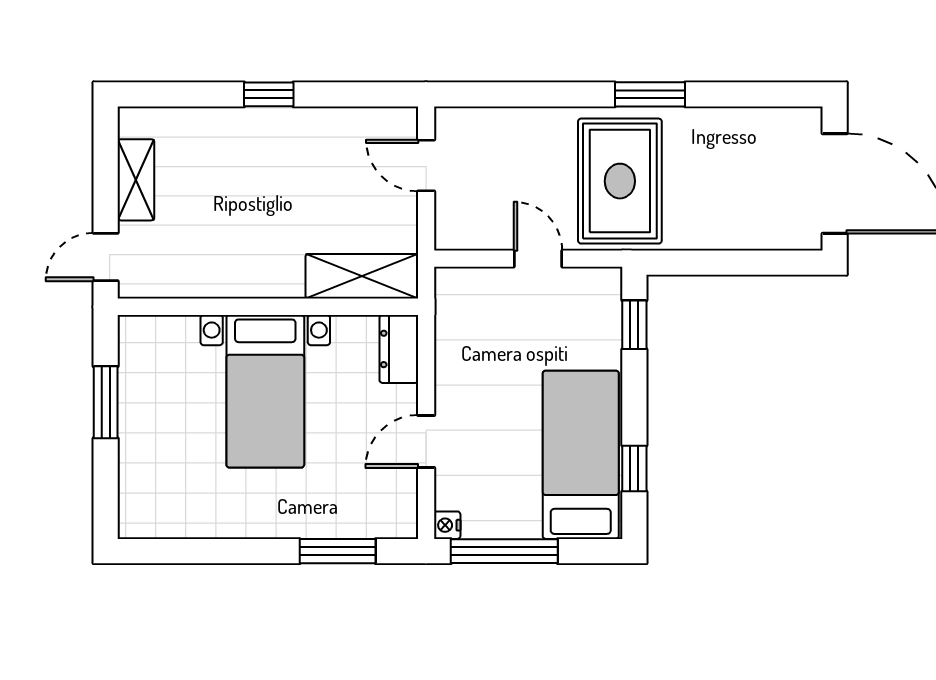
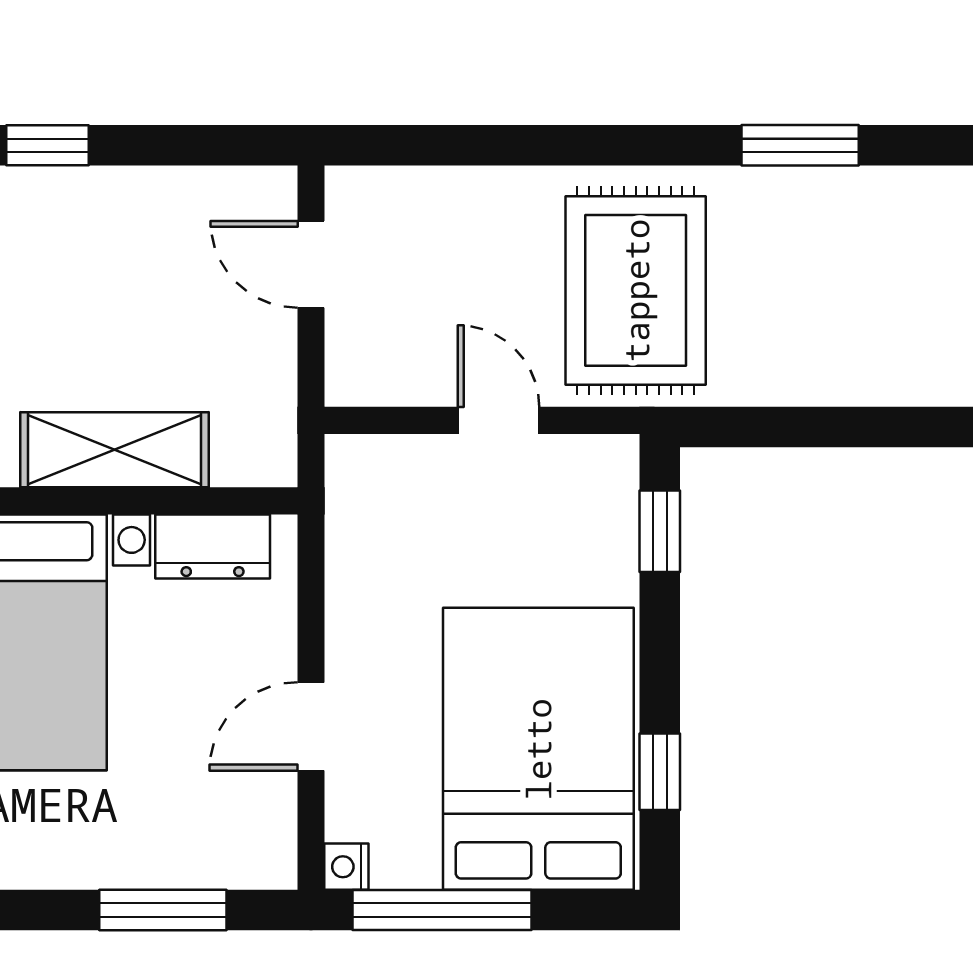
window: (650, 94) -> (800, 145), moved
shelving: (362, 276) -> (115, 450), moved
dresser: (399, 349) -> (213, 546), moved, turned -90
bed: (581, 455) -> (538, 749), width x1.50

